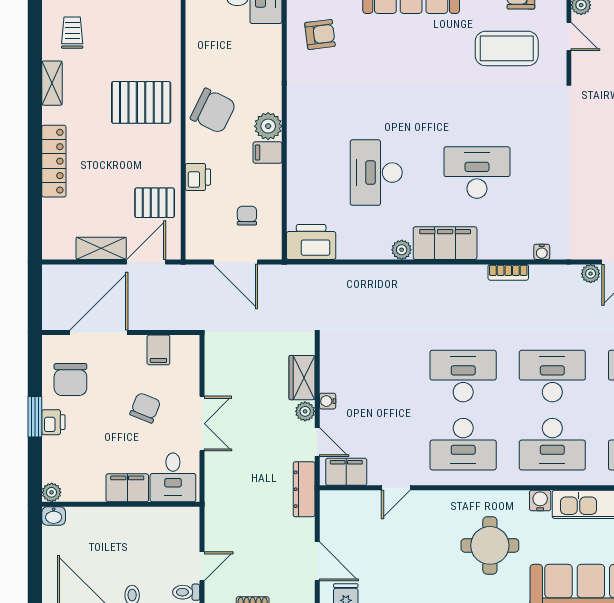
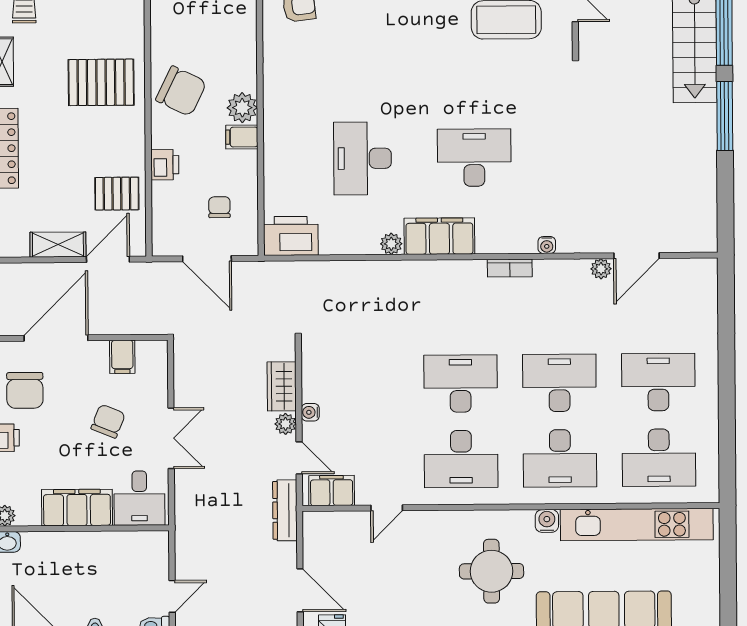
filing cabinet: (127, 488) -> (77, 507), width x1.50, depth x1.17

